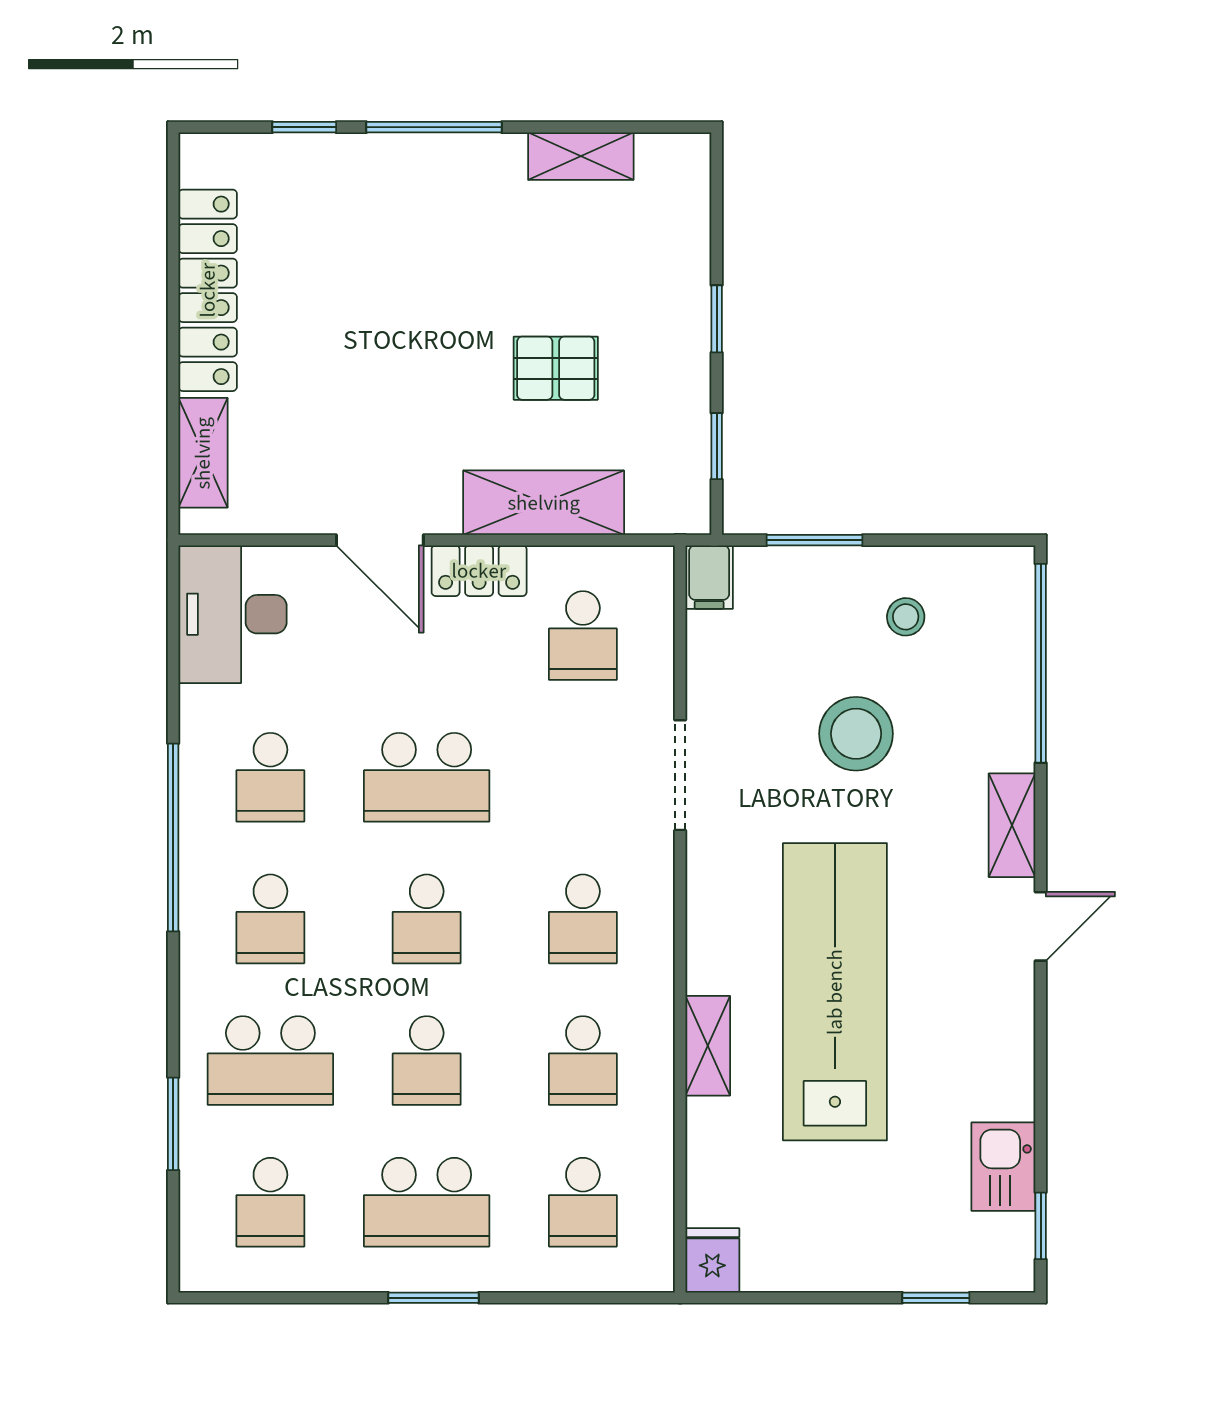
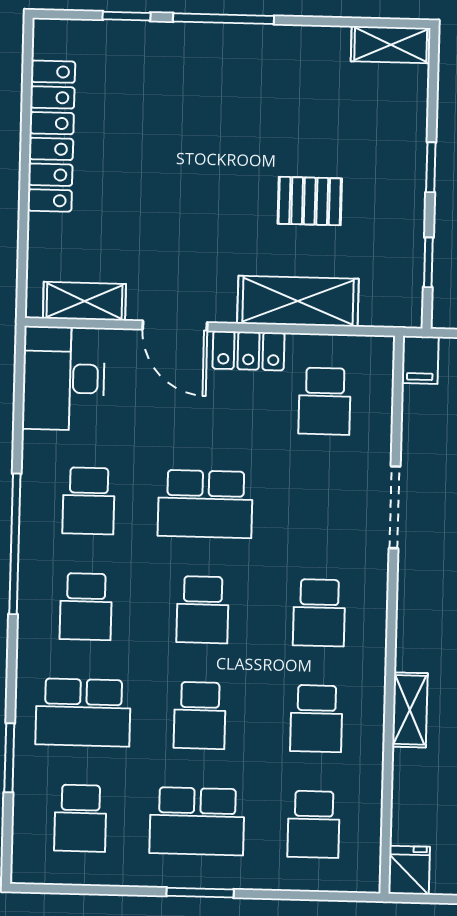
shelving: (581, 156) -> (391, 45), moved
shelving: (203, 453) -> (84, 301), moved, turned 90

